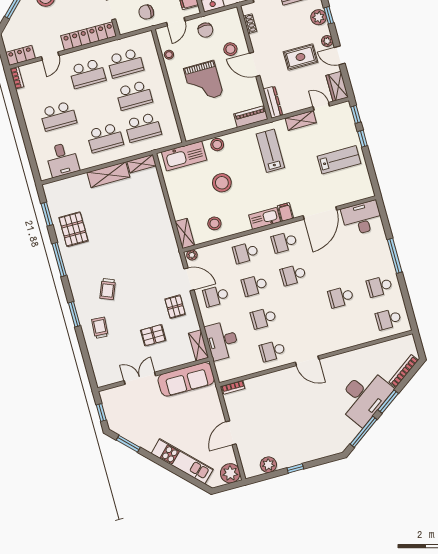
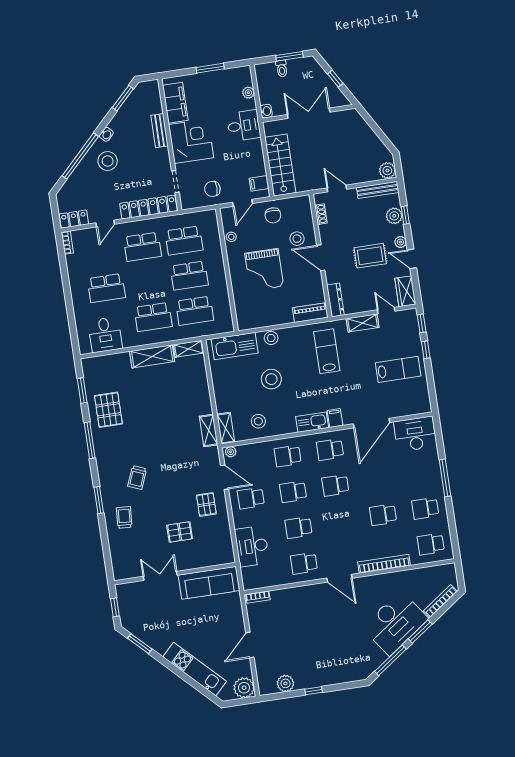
bookcase: (347, 342) -> (384, 564), added
shelving: (199, 345) -> (209, 430), moved

